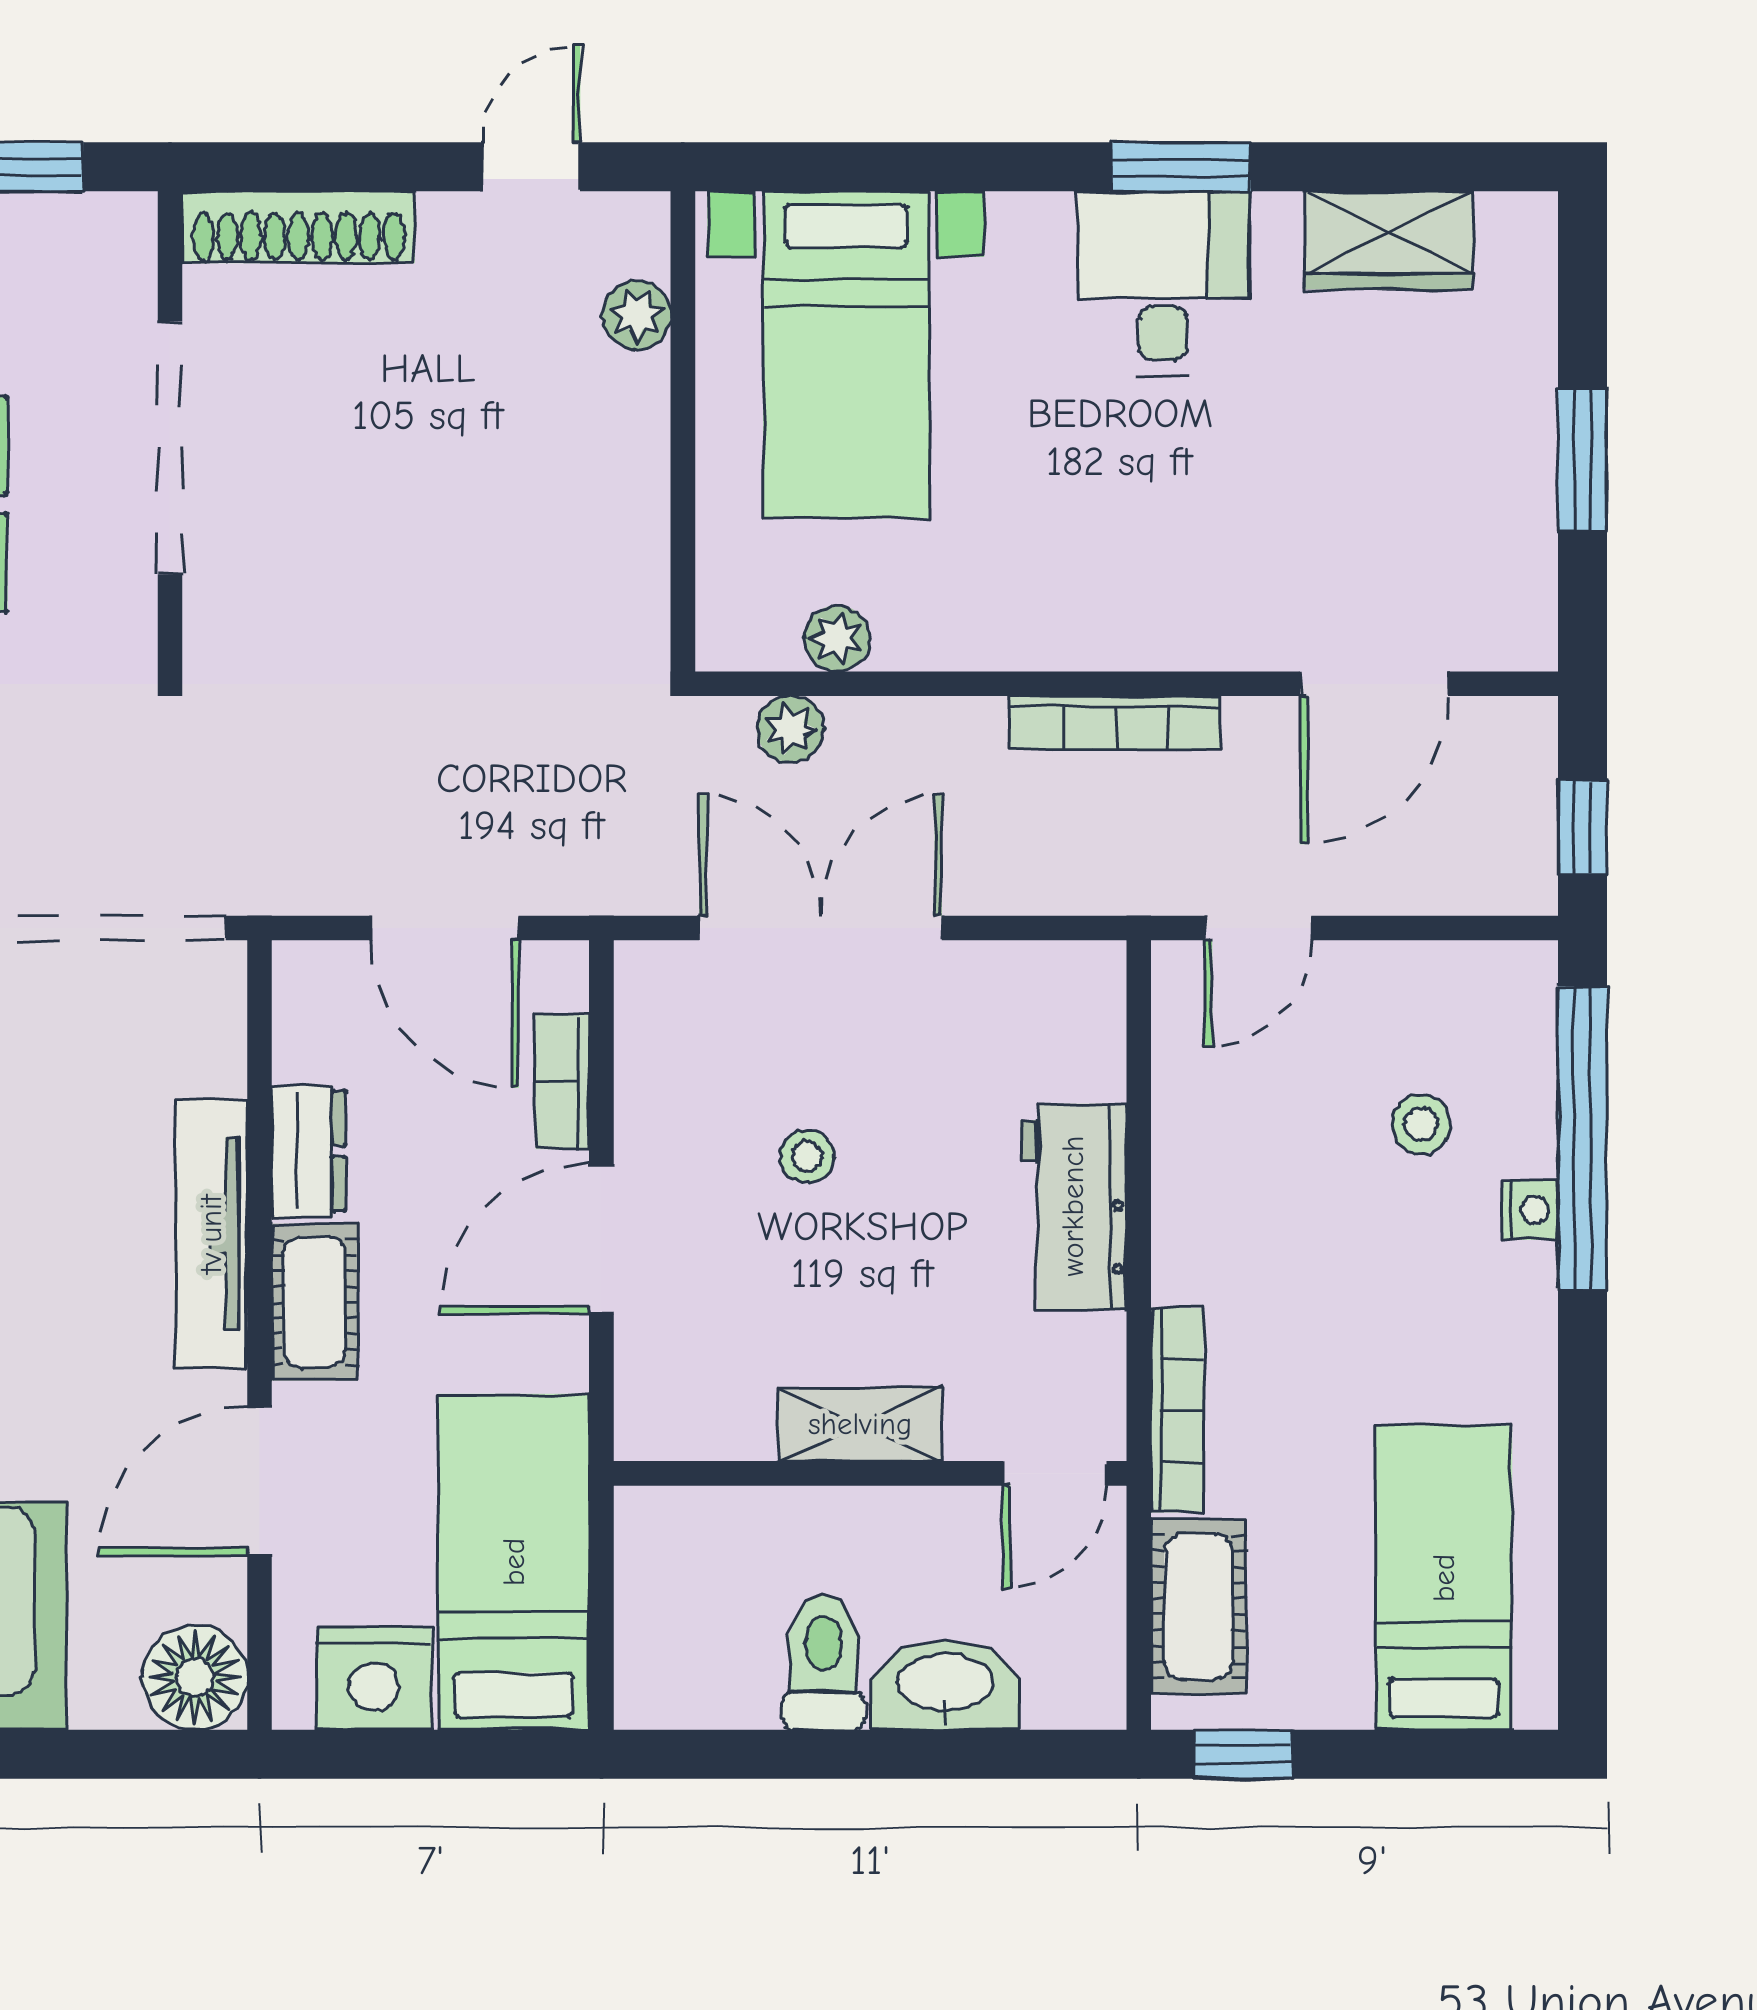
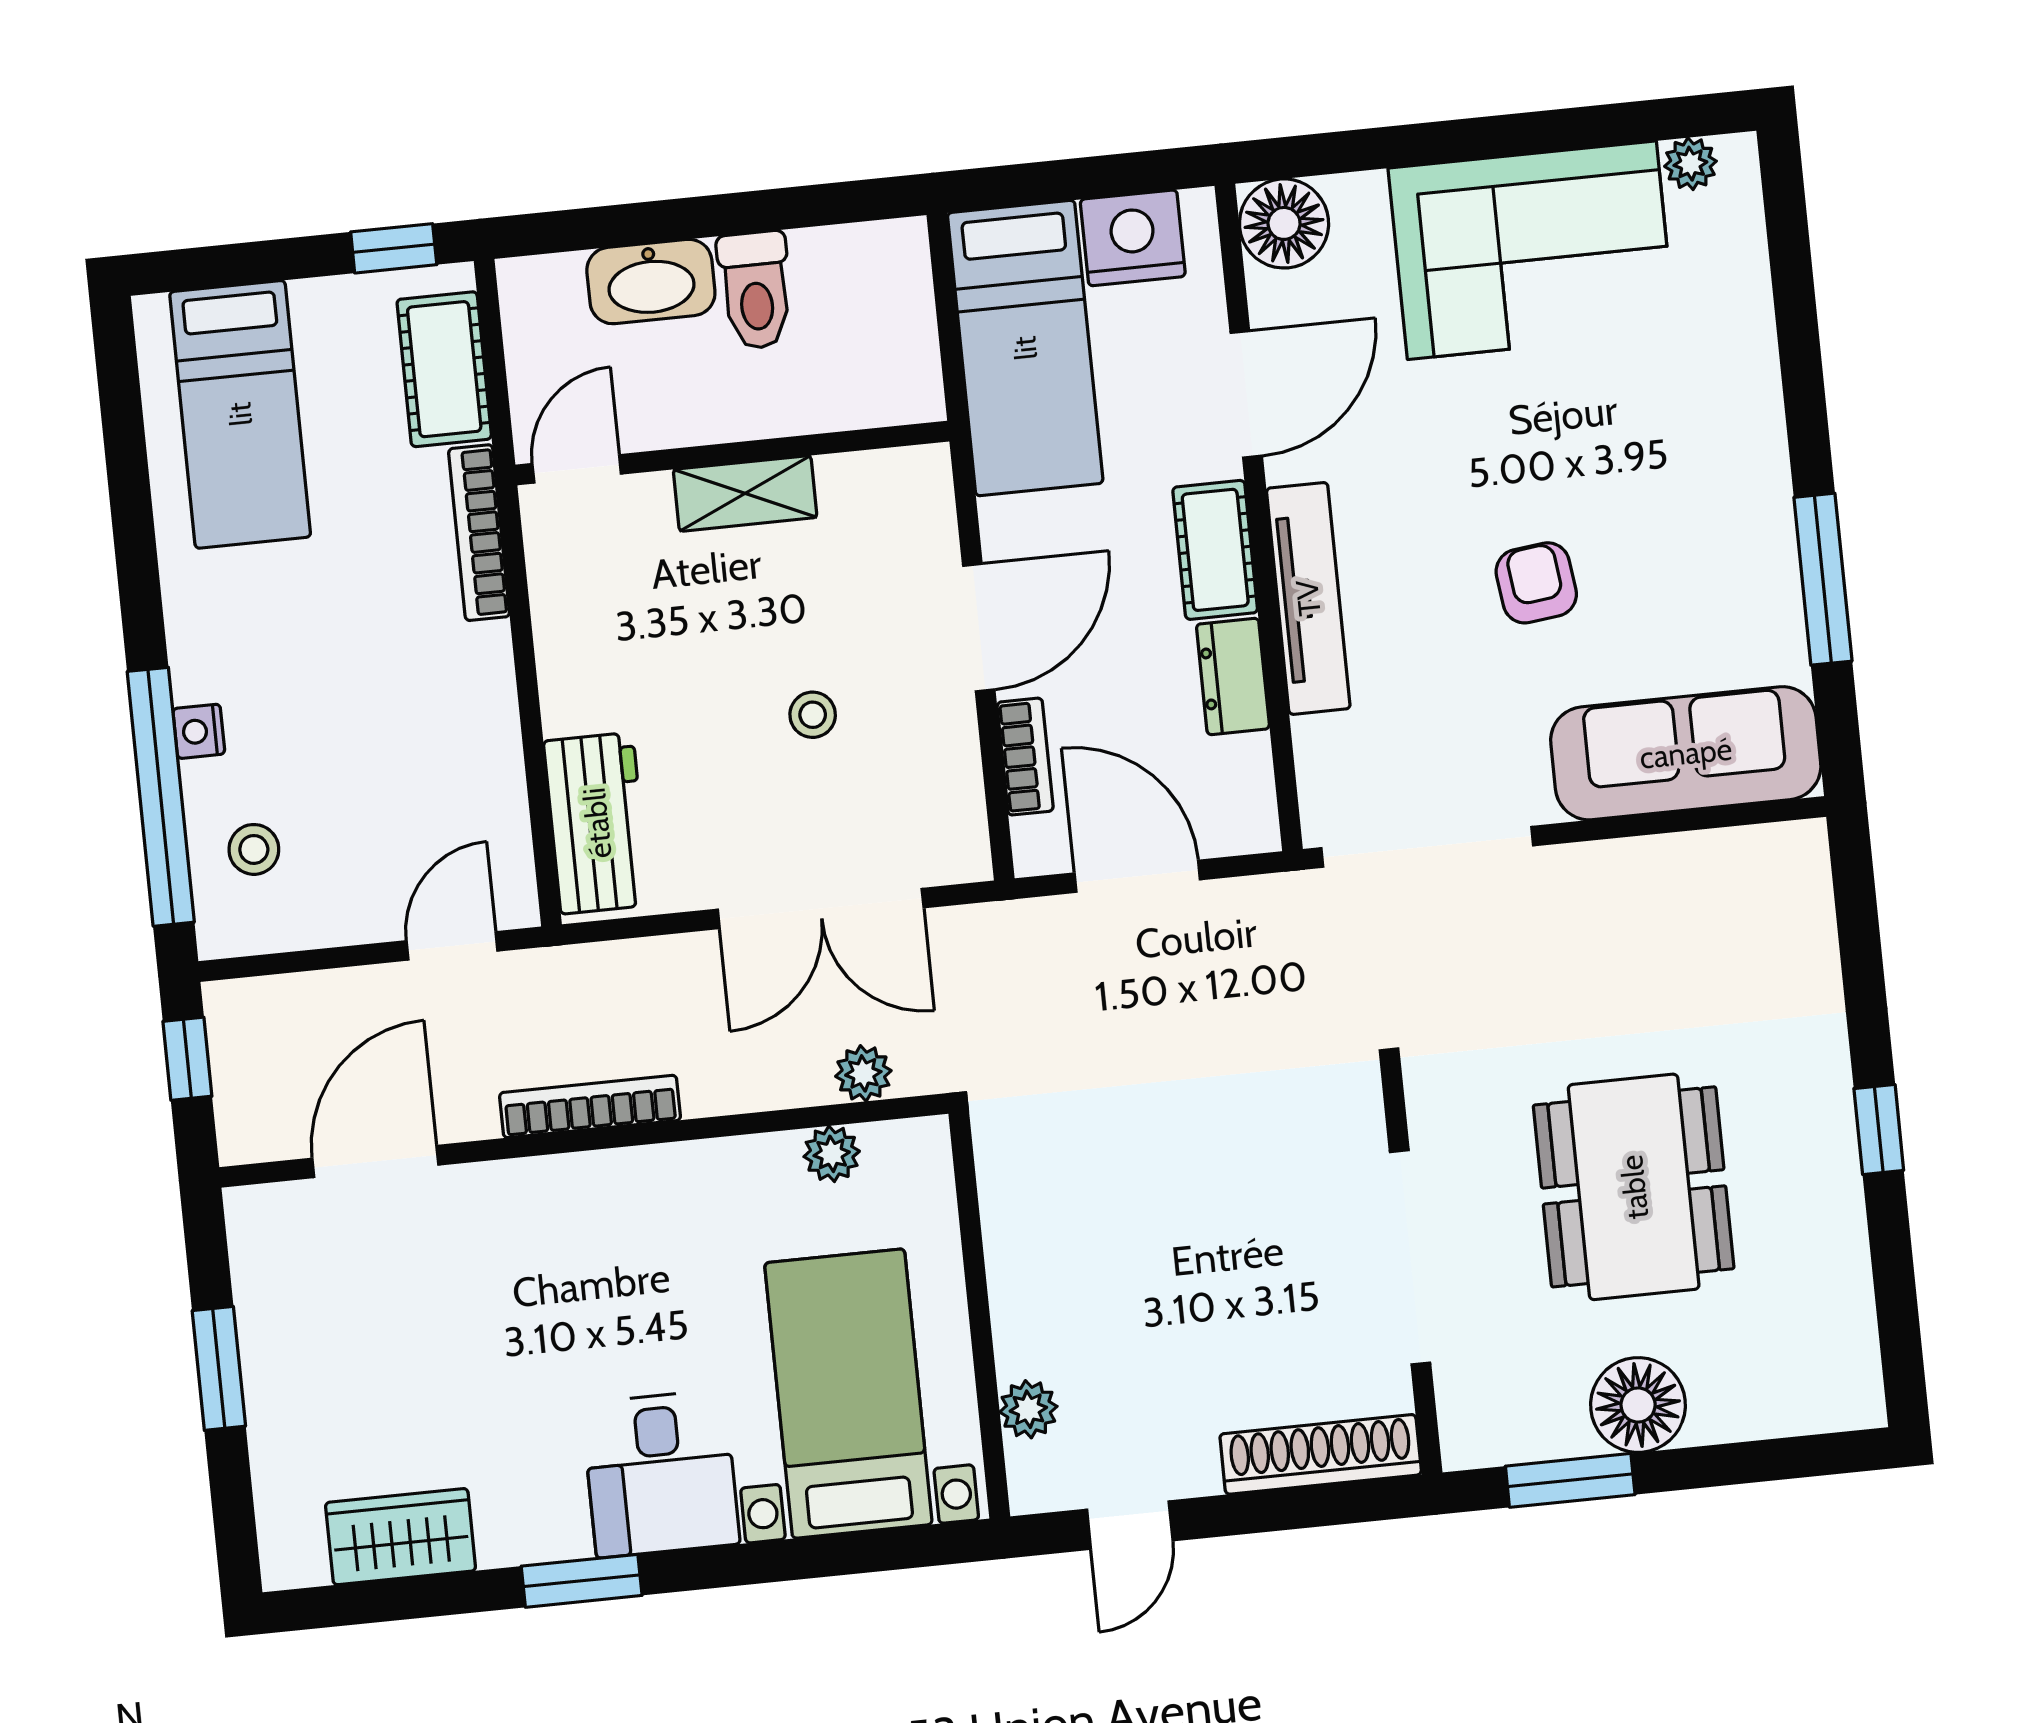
desk: (1163, 283) -> (661, 1474), moved
stool: (1421, 1124) -> (254, 849), moved
workbench: (1073, 1206) -> (597, 823), moved

